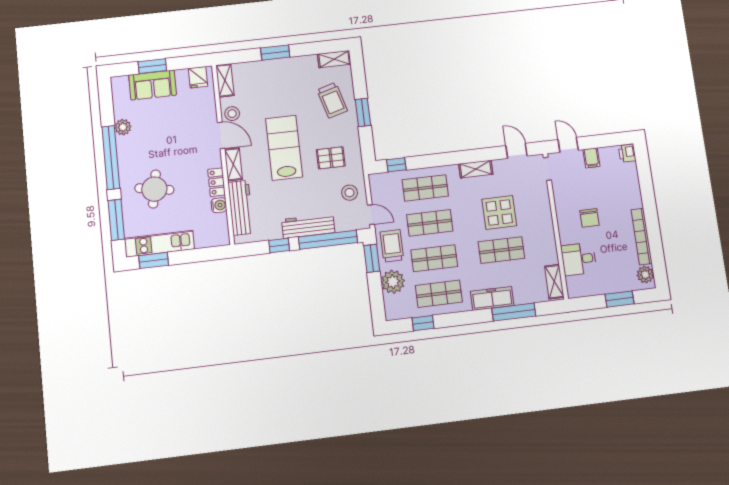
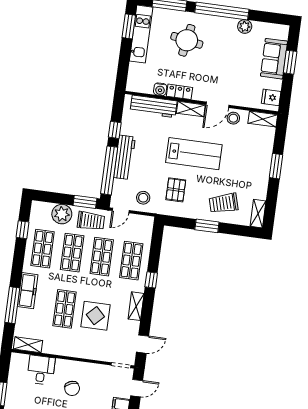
window: (396, 165) -> (151, 280), moved
chair: (589, 218) -> (72, 388), turned -111

